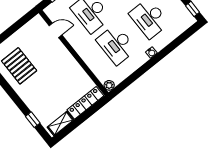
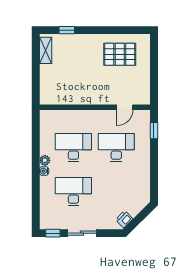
plant: (109, 85) -> (45, 160), moved
locker: (85, 103) -> (46, 84), removed

